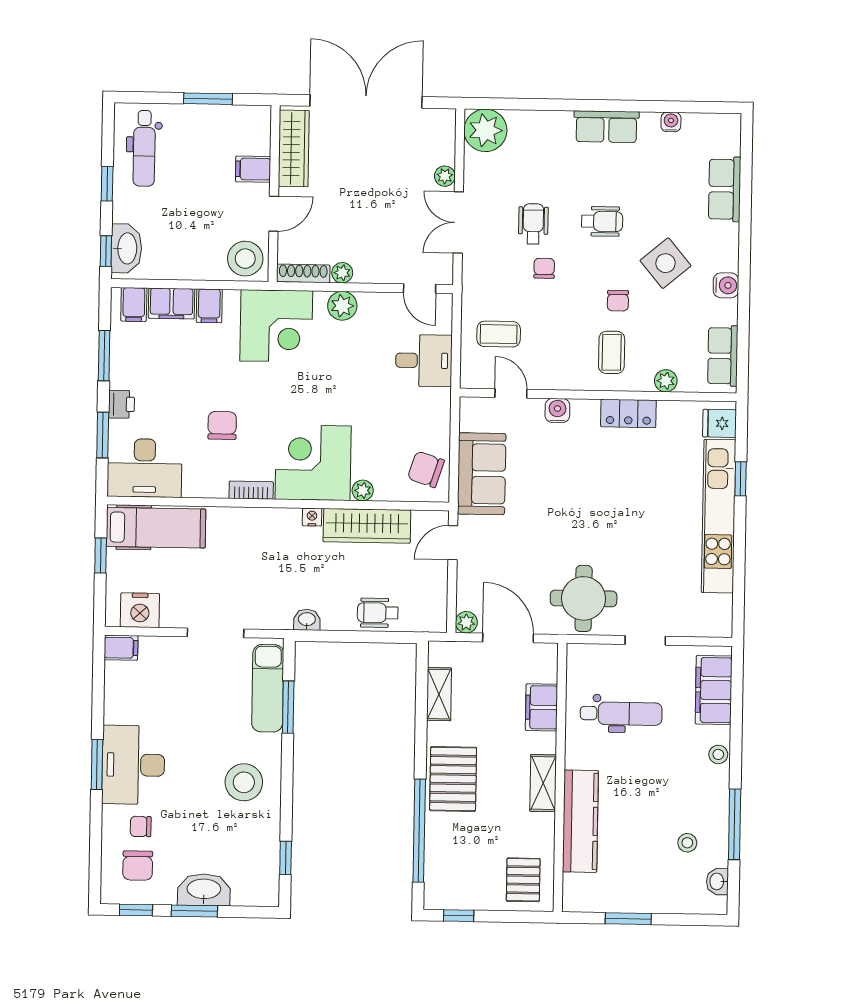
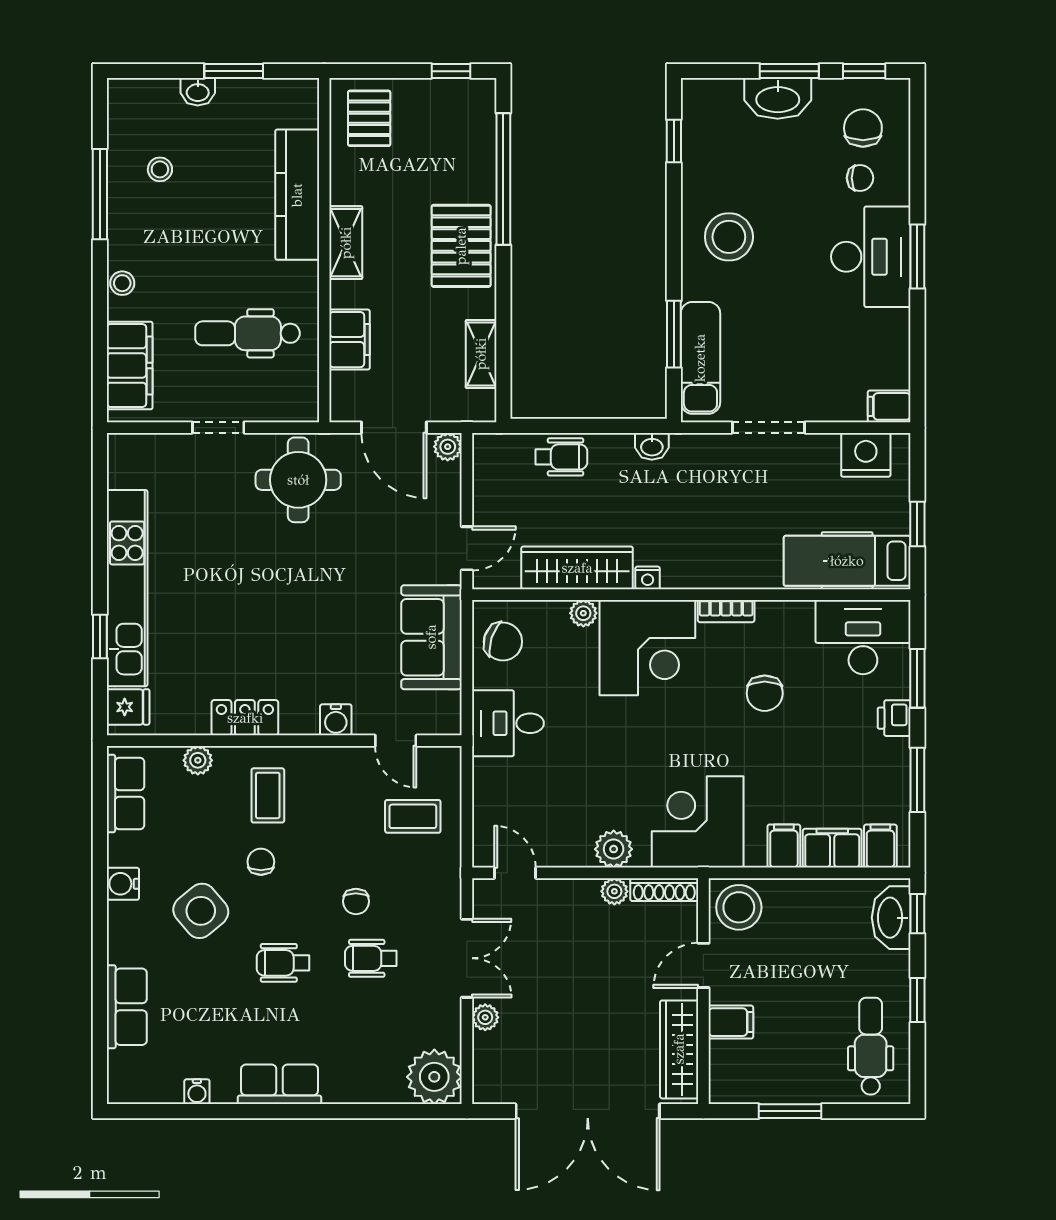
wheelchair: (533, 224) -> (371, 958), turned 90
desk: (424, 361) -> (508, 723), moved
washbasin: (717, 881) -> (198, 92), moved, turned 90

